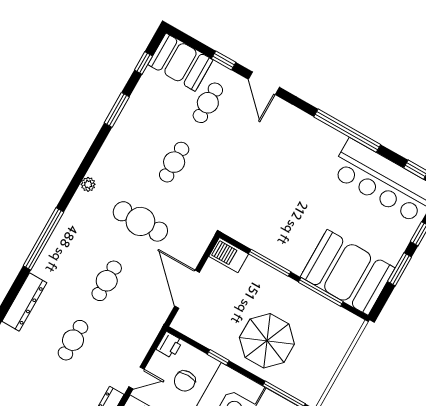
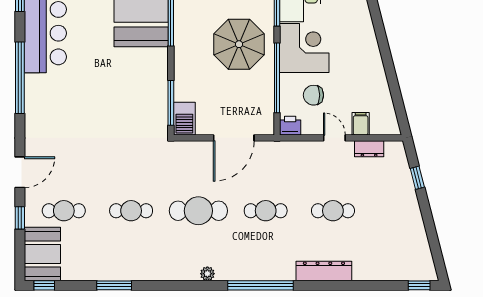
window: (143, 63) -> (44, 285), moved
plant: (88, 184) -> (207, 274), moved
cafe table: (140, 221) -> (198, 211), turned 90
window: (270, 263) -> (171, 103), moved
window: (218, 357) -> (277, 78), width x3.17
chair: (185, 381) -> (313, 95), turned 180

